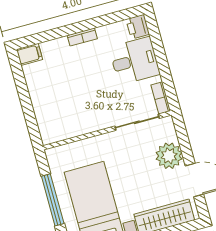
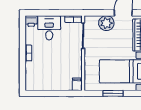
filing cabinet: (29, 54) -> (77, 84), moved
window: (53, 200) -> (113, 93), width x0.69

